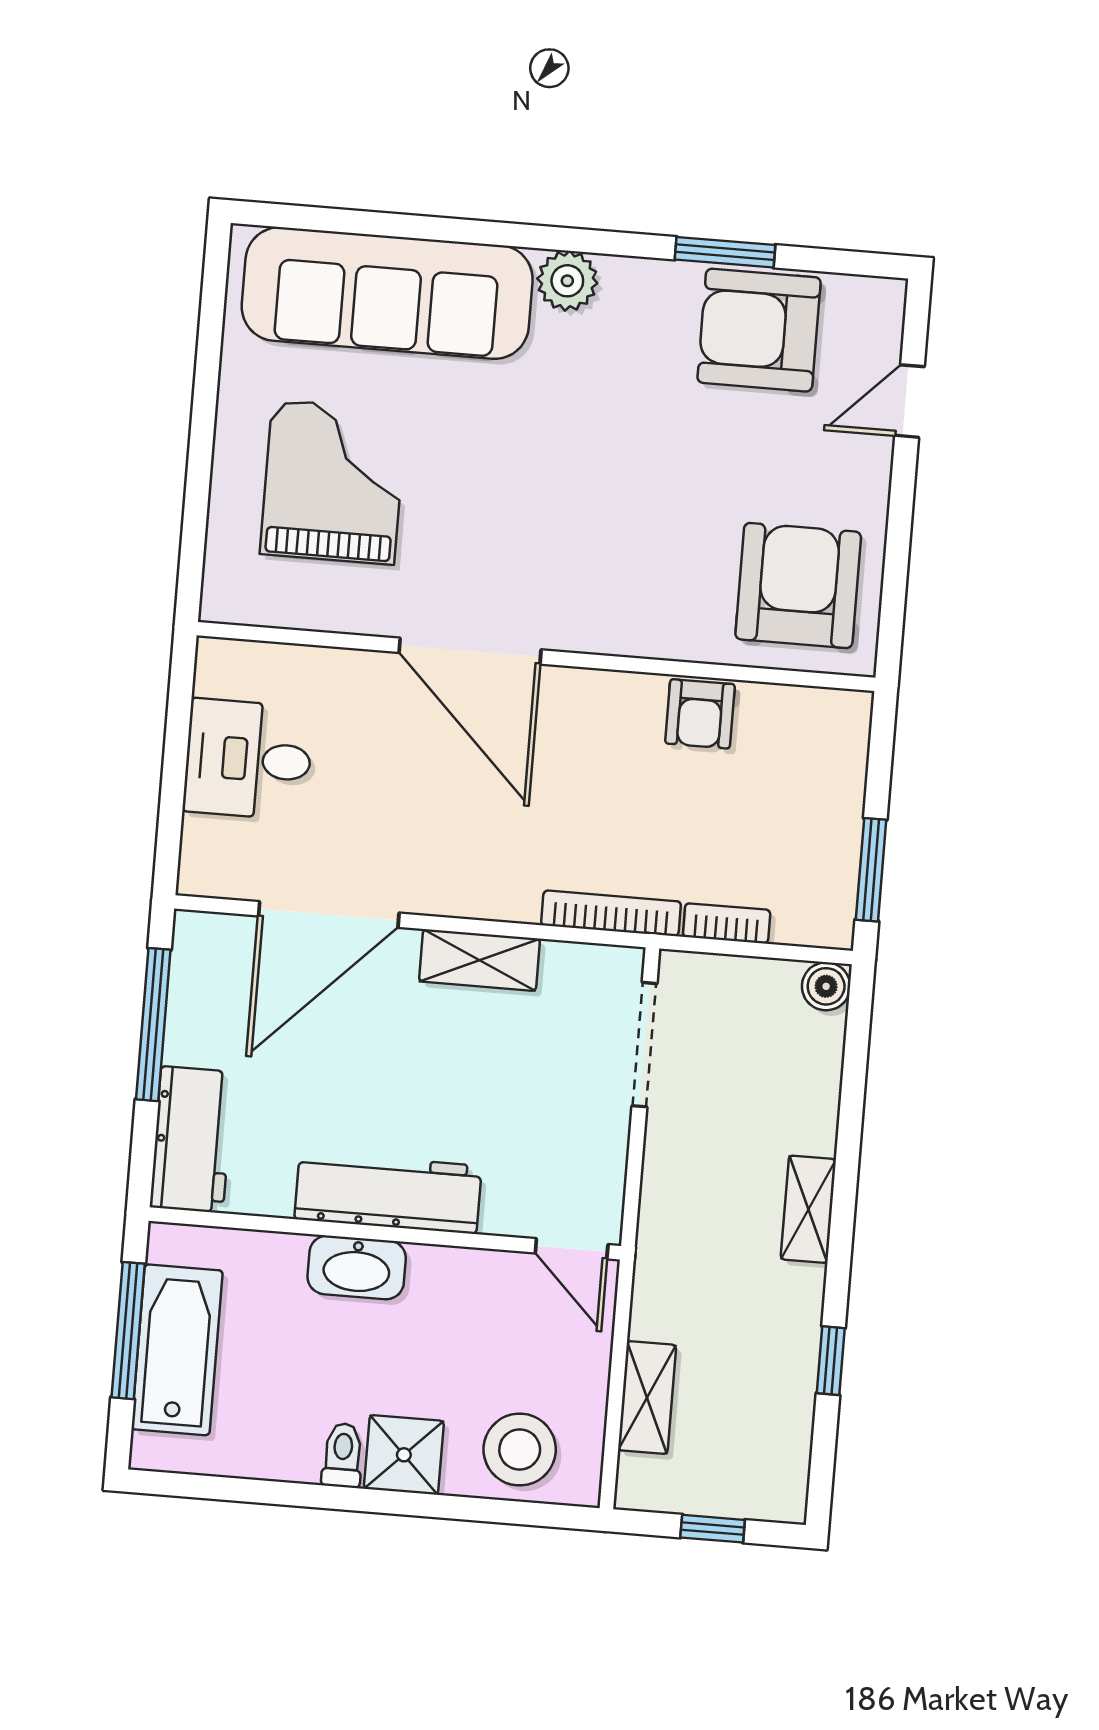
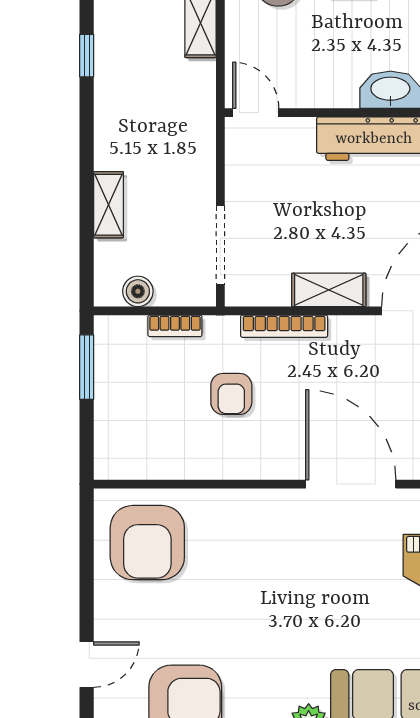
armchair: (700, 714) -> (231, 394), moved, turned 180
bookcase: (611, 913) -> (284, 326), moved
boiler: (826, 986) -> (138, 291), moved
shelving: (808, 1209) -> (109, 205), moved

